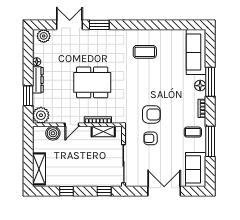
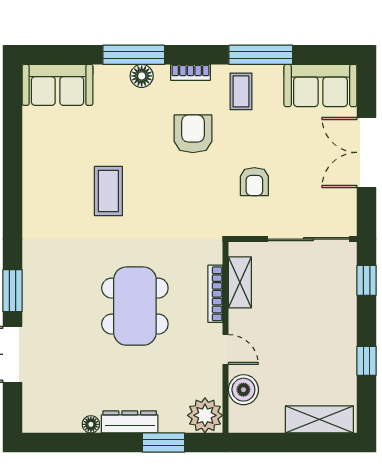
plant: (44, 36) -> (36, 409), removed
coffee table: (145, 52) -> (108, 191), moved
sofa: (196, 52) -> (57, 85), width x0.73
armchair: (151, 114) -> (193, 134), moved

